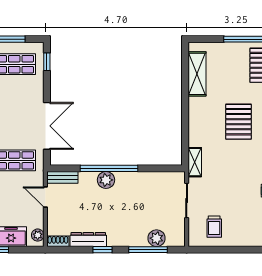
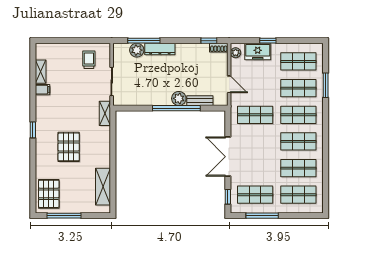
double door: (47, 126) -> (228, 157), moved
bench: (62, 177) -> (200, 101), moved
dresser: (88, 240) -> (160, 49), moved
window: (102, 250) -> (209, 41), moved

